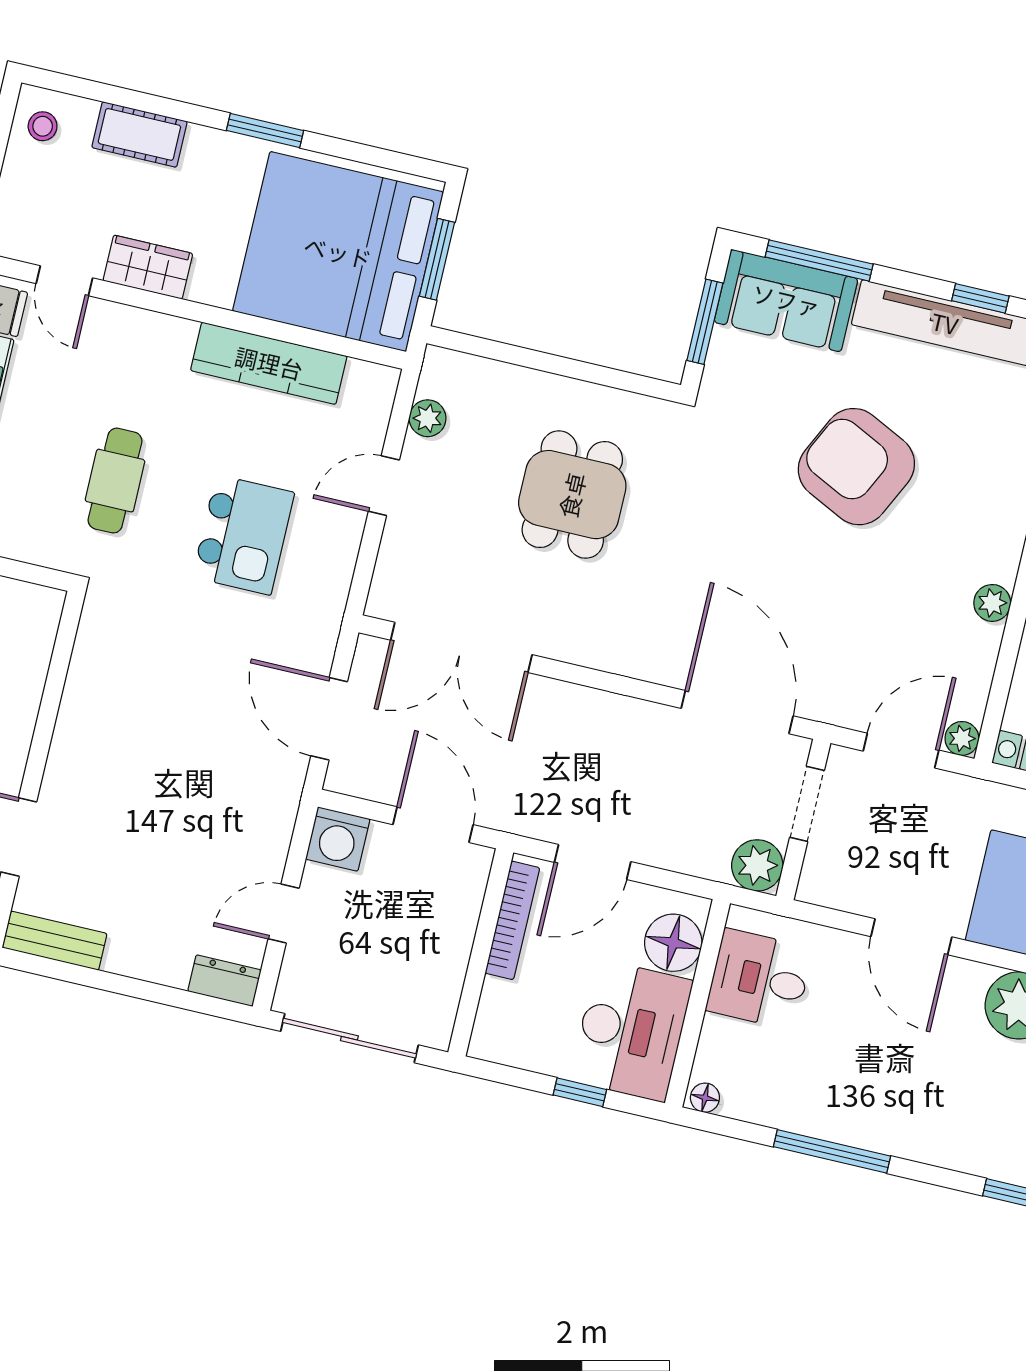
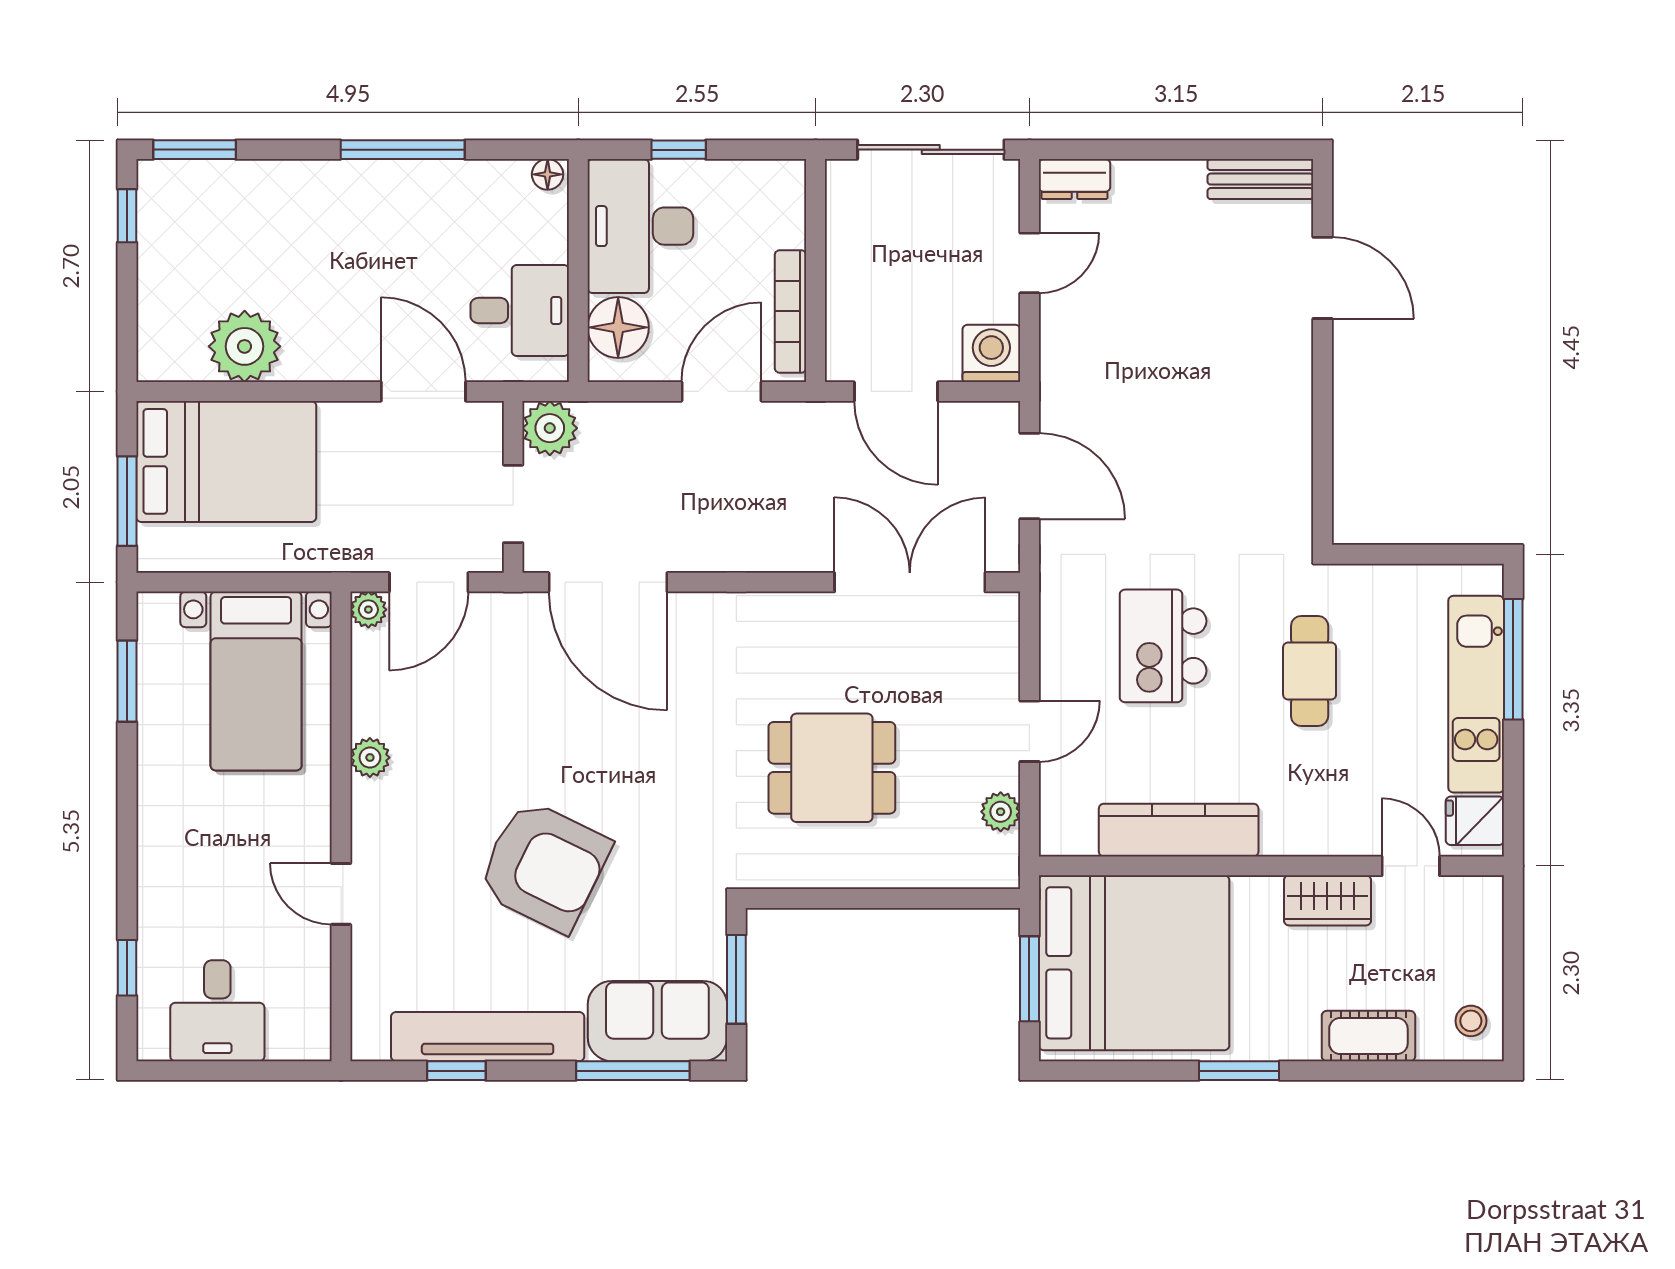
dining table: (572, 495) -> (832, 768), turned 90
door: (911, 937) -> (423, 391), moved

